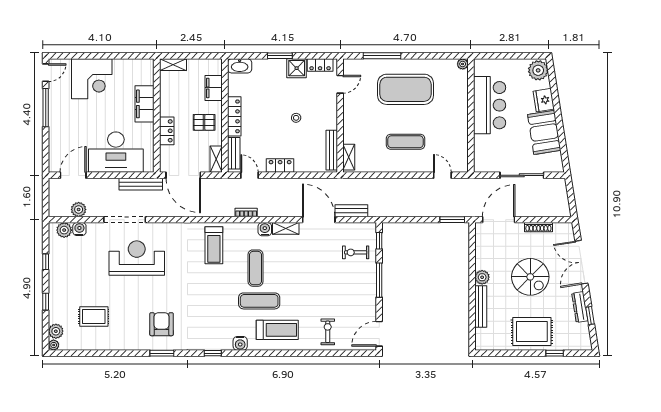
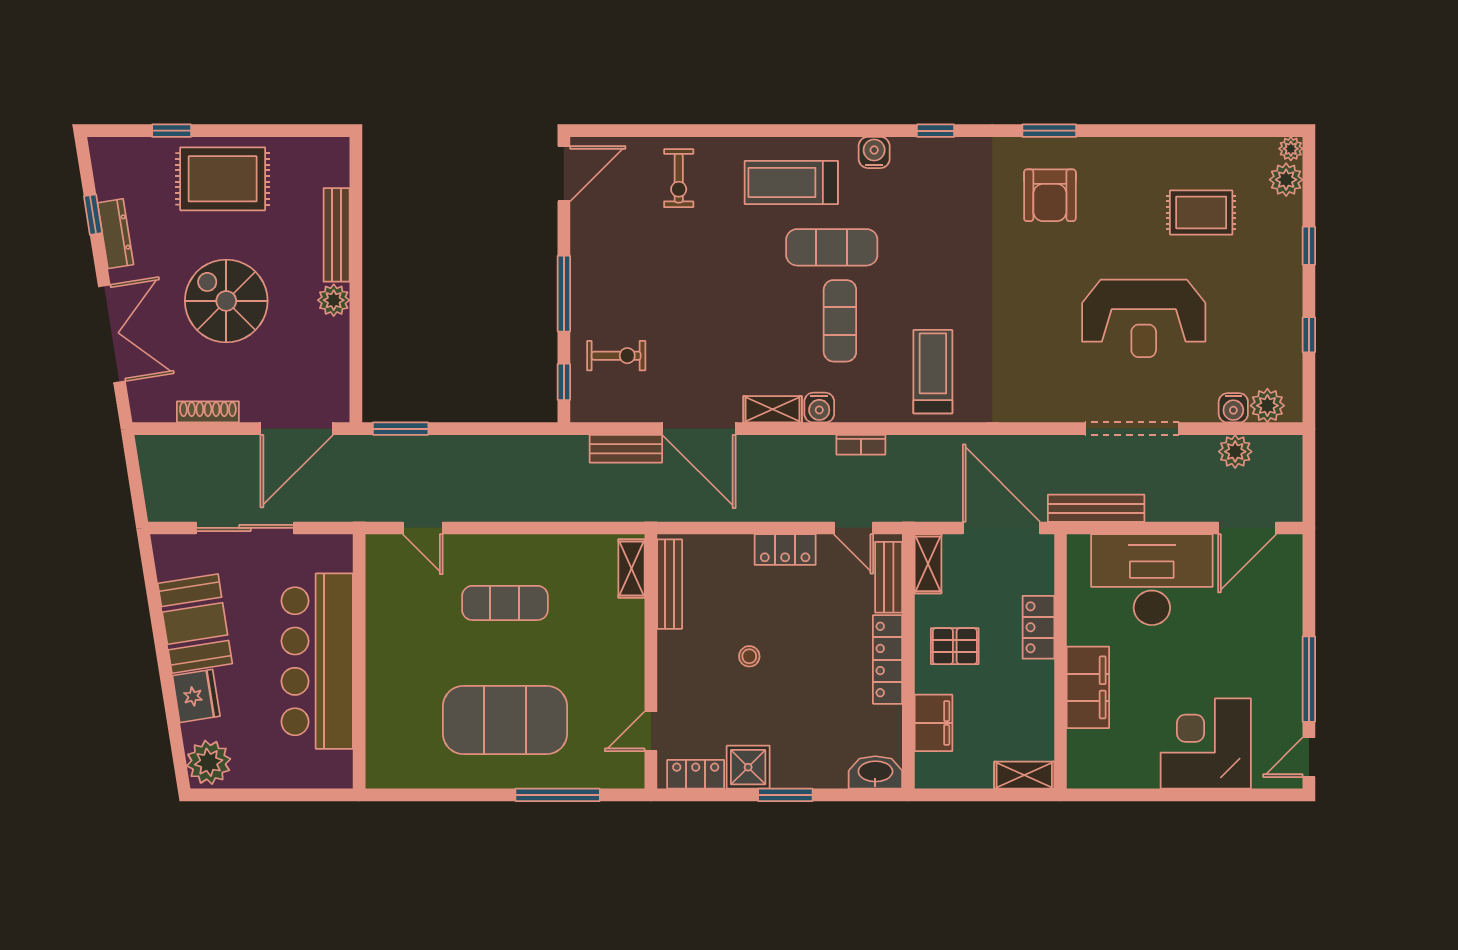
plant: (463, 64) -> (377, 777), removed
bar counter: (490, 105) -> (317, 661), width x1.36
reception desk: (137, 258) -> (1144, 318), moved

